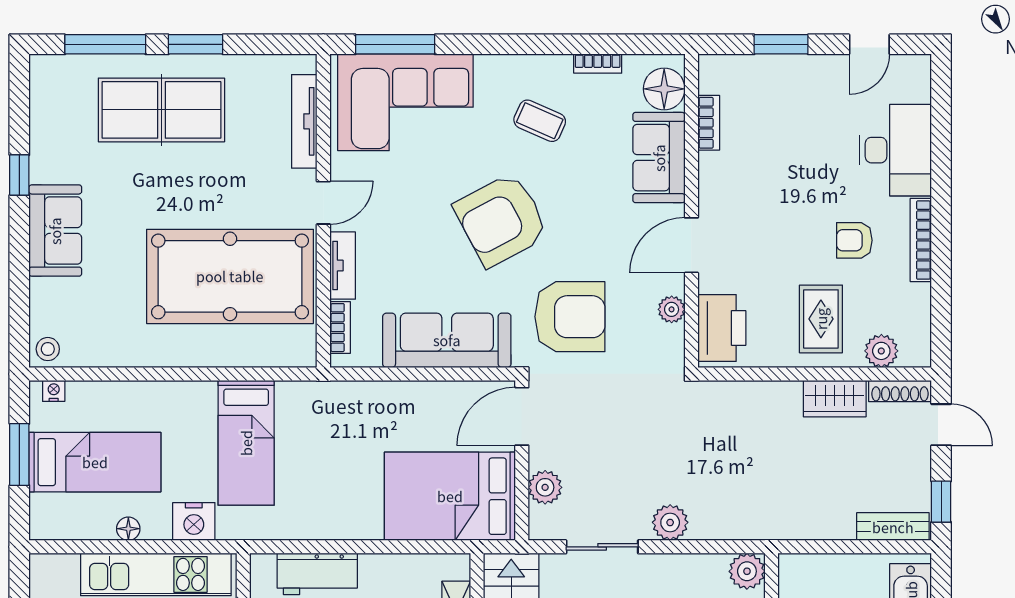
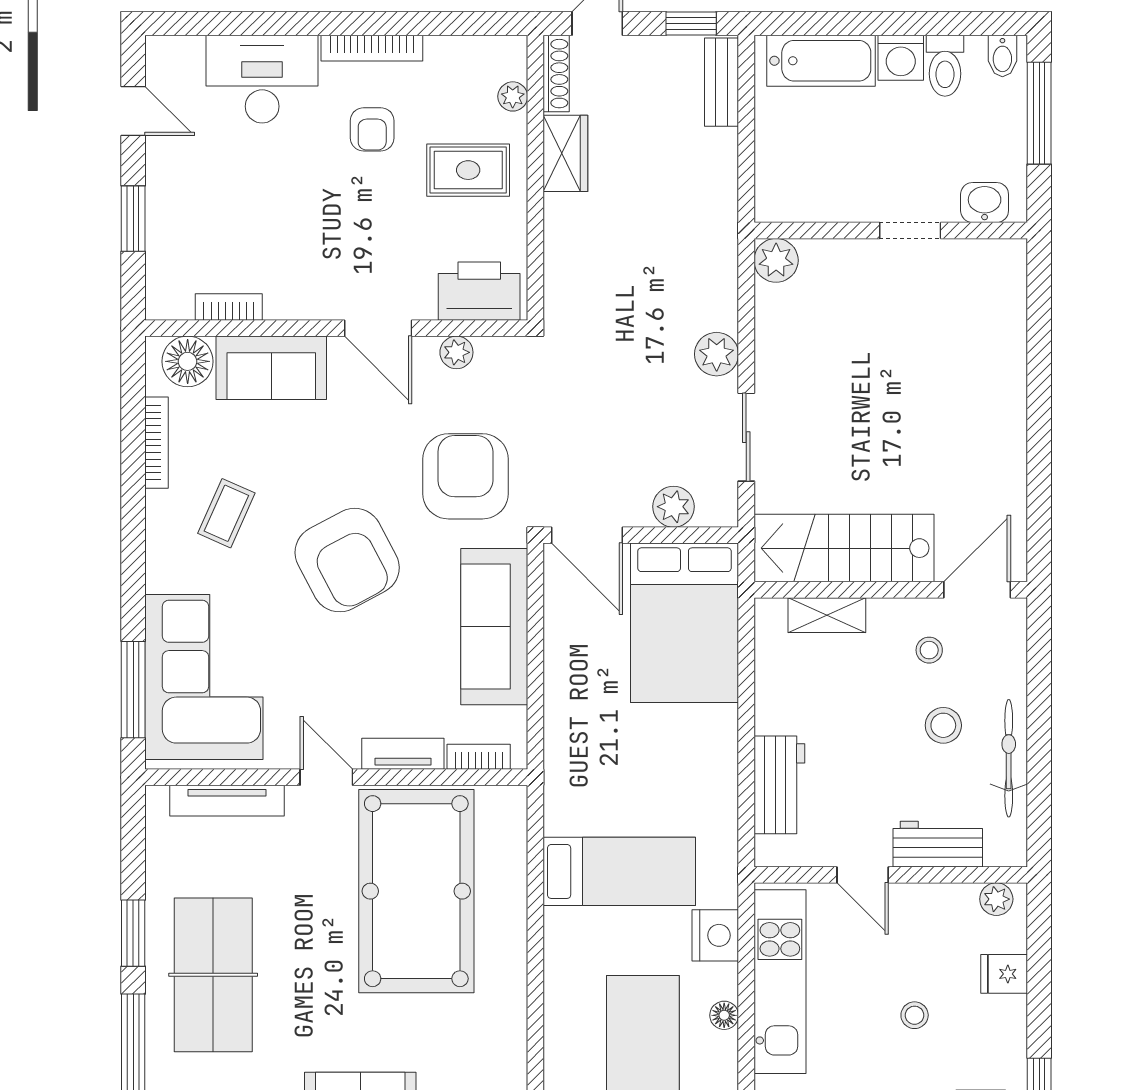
bookcase: (598, 64) -> (157, 443), width x1.56
plant: (881, 351) -> (513, 96), width x0.73, depth x0.73

